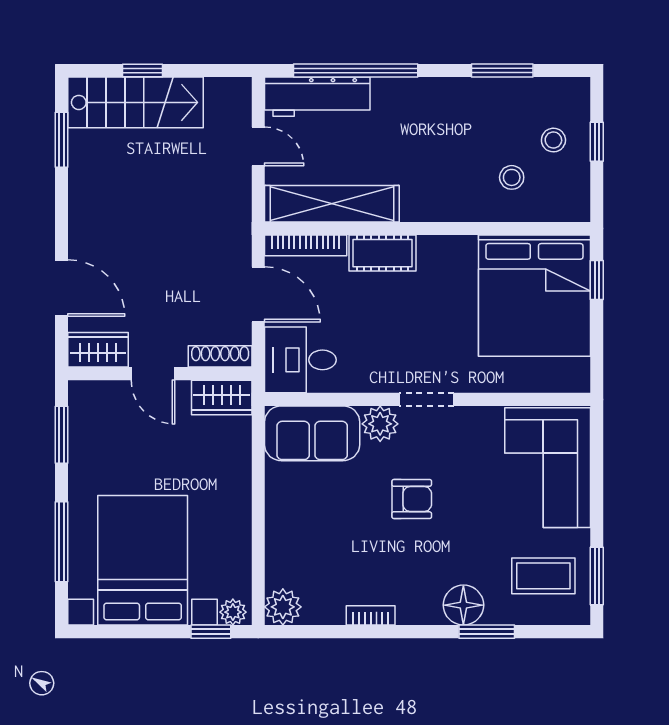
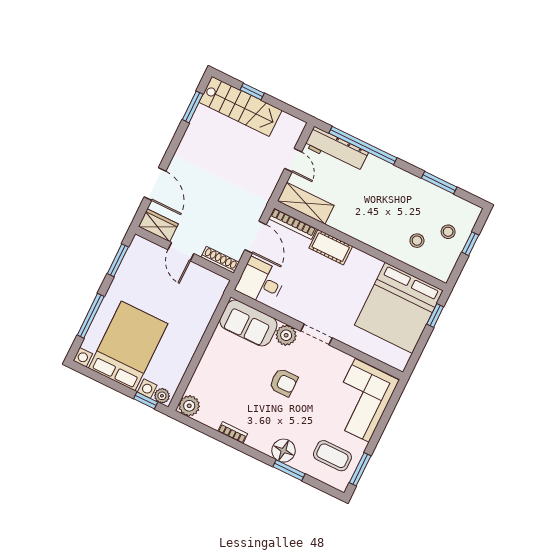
shelving: (332, 204) -> (306, 203), width x0.68
wardrobe: (222, 398) -> (210, 281), removed

